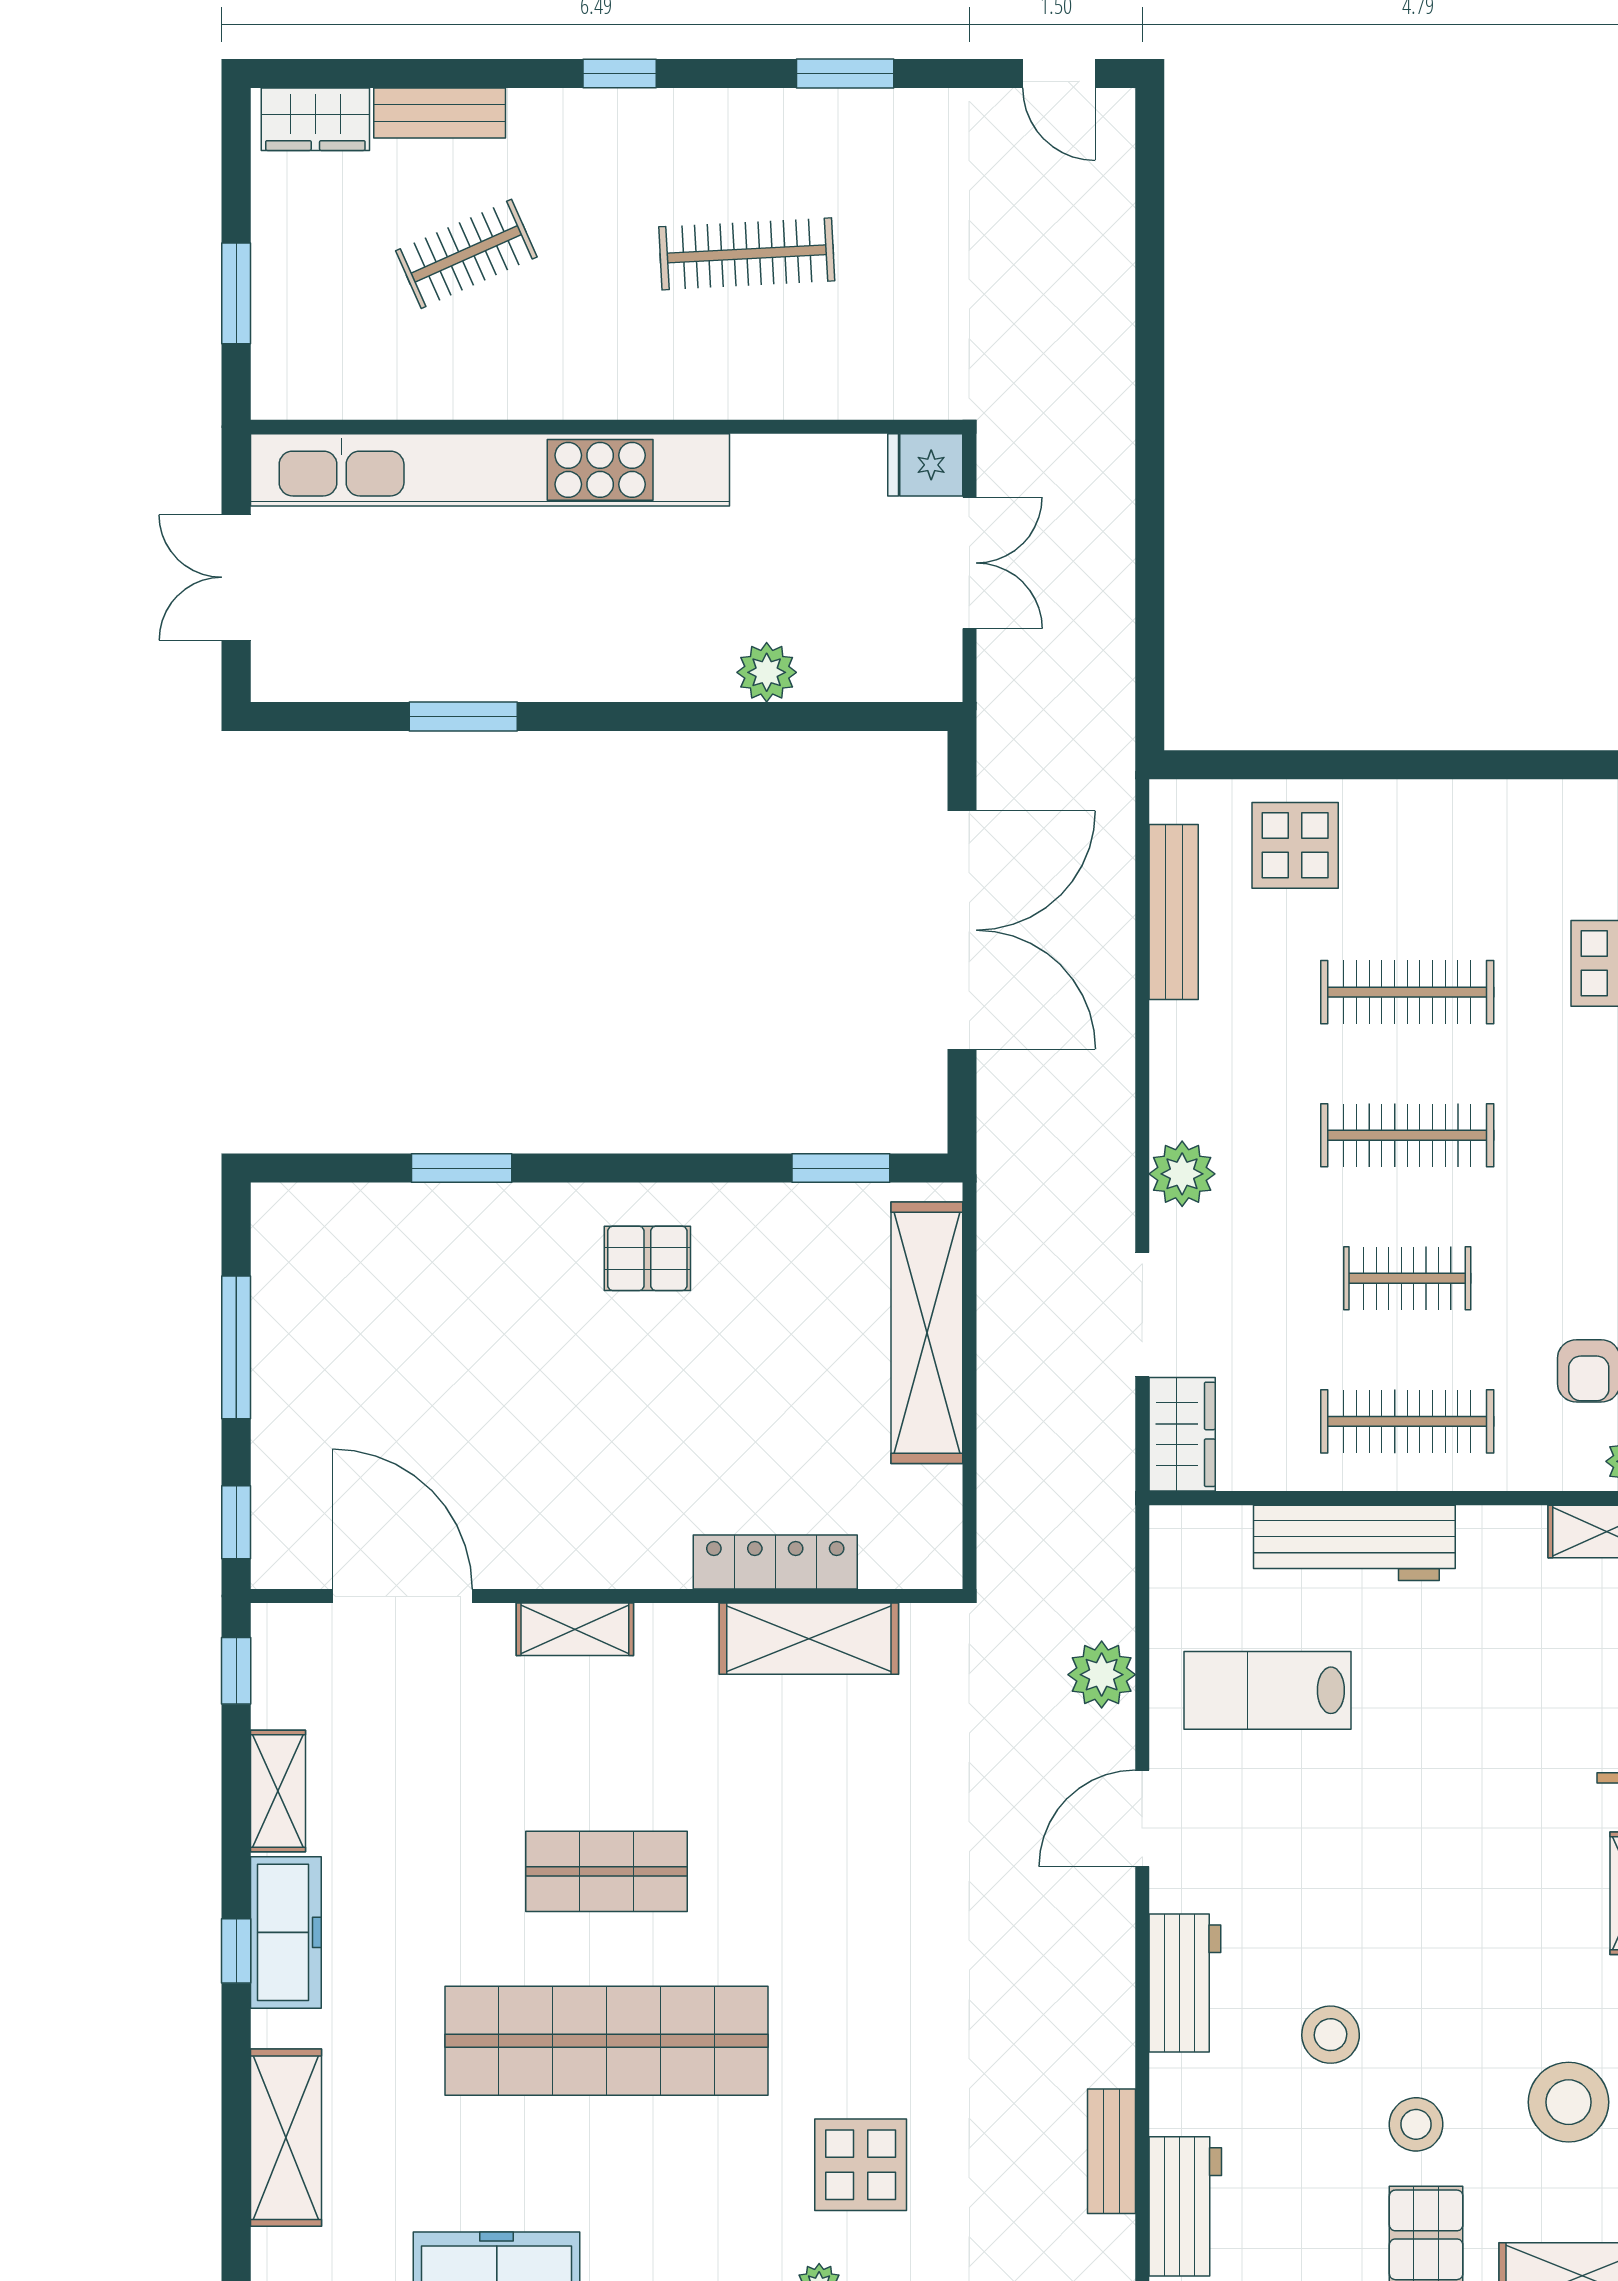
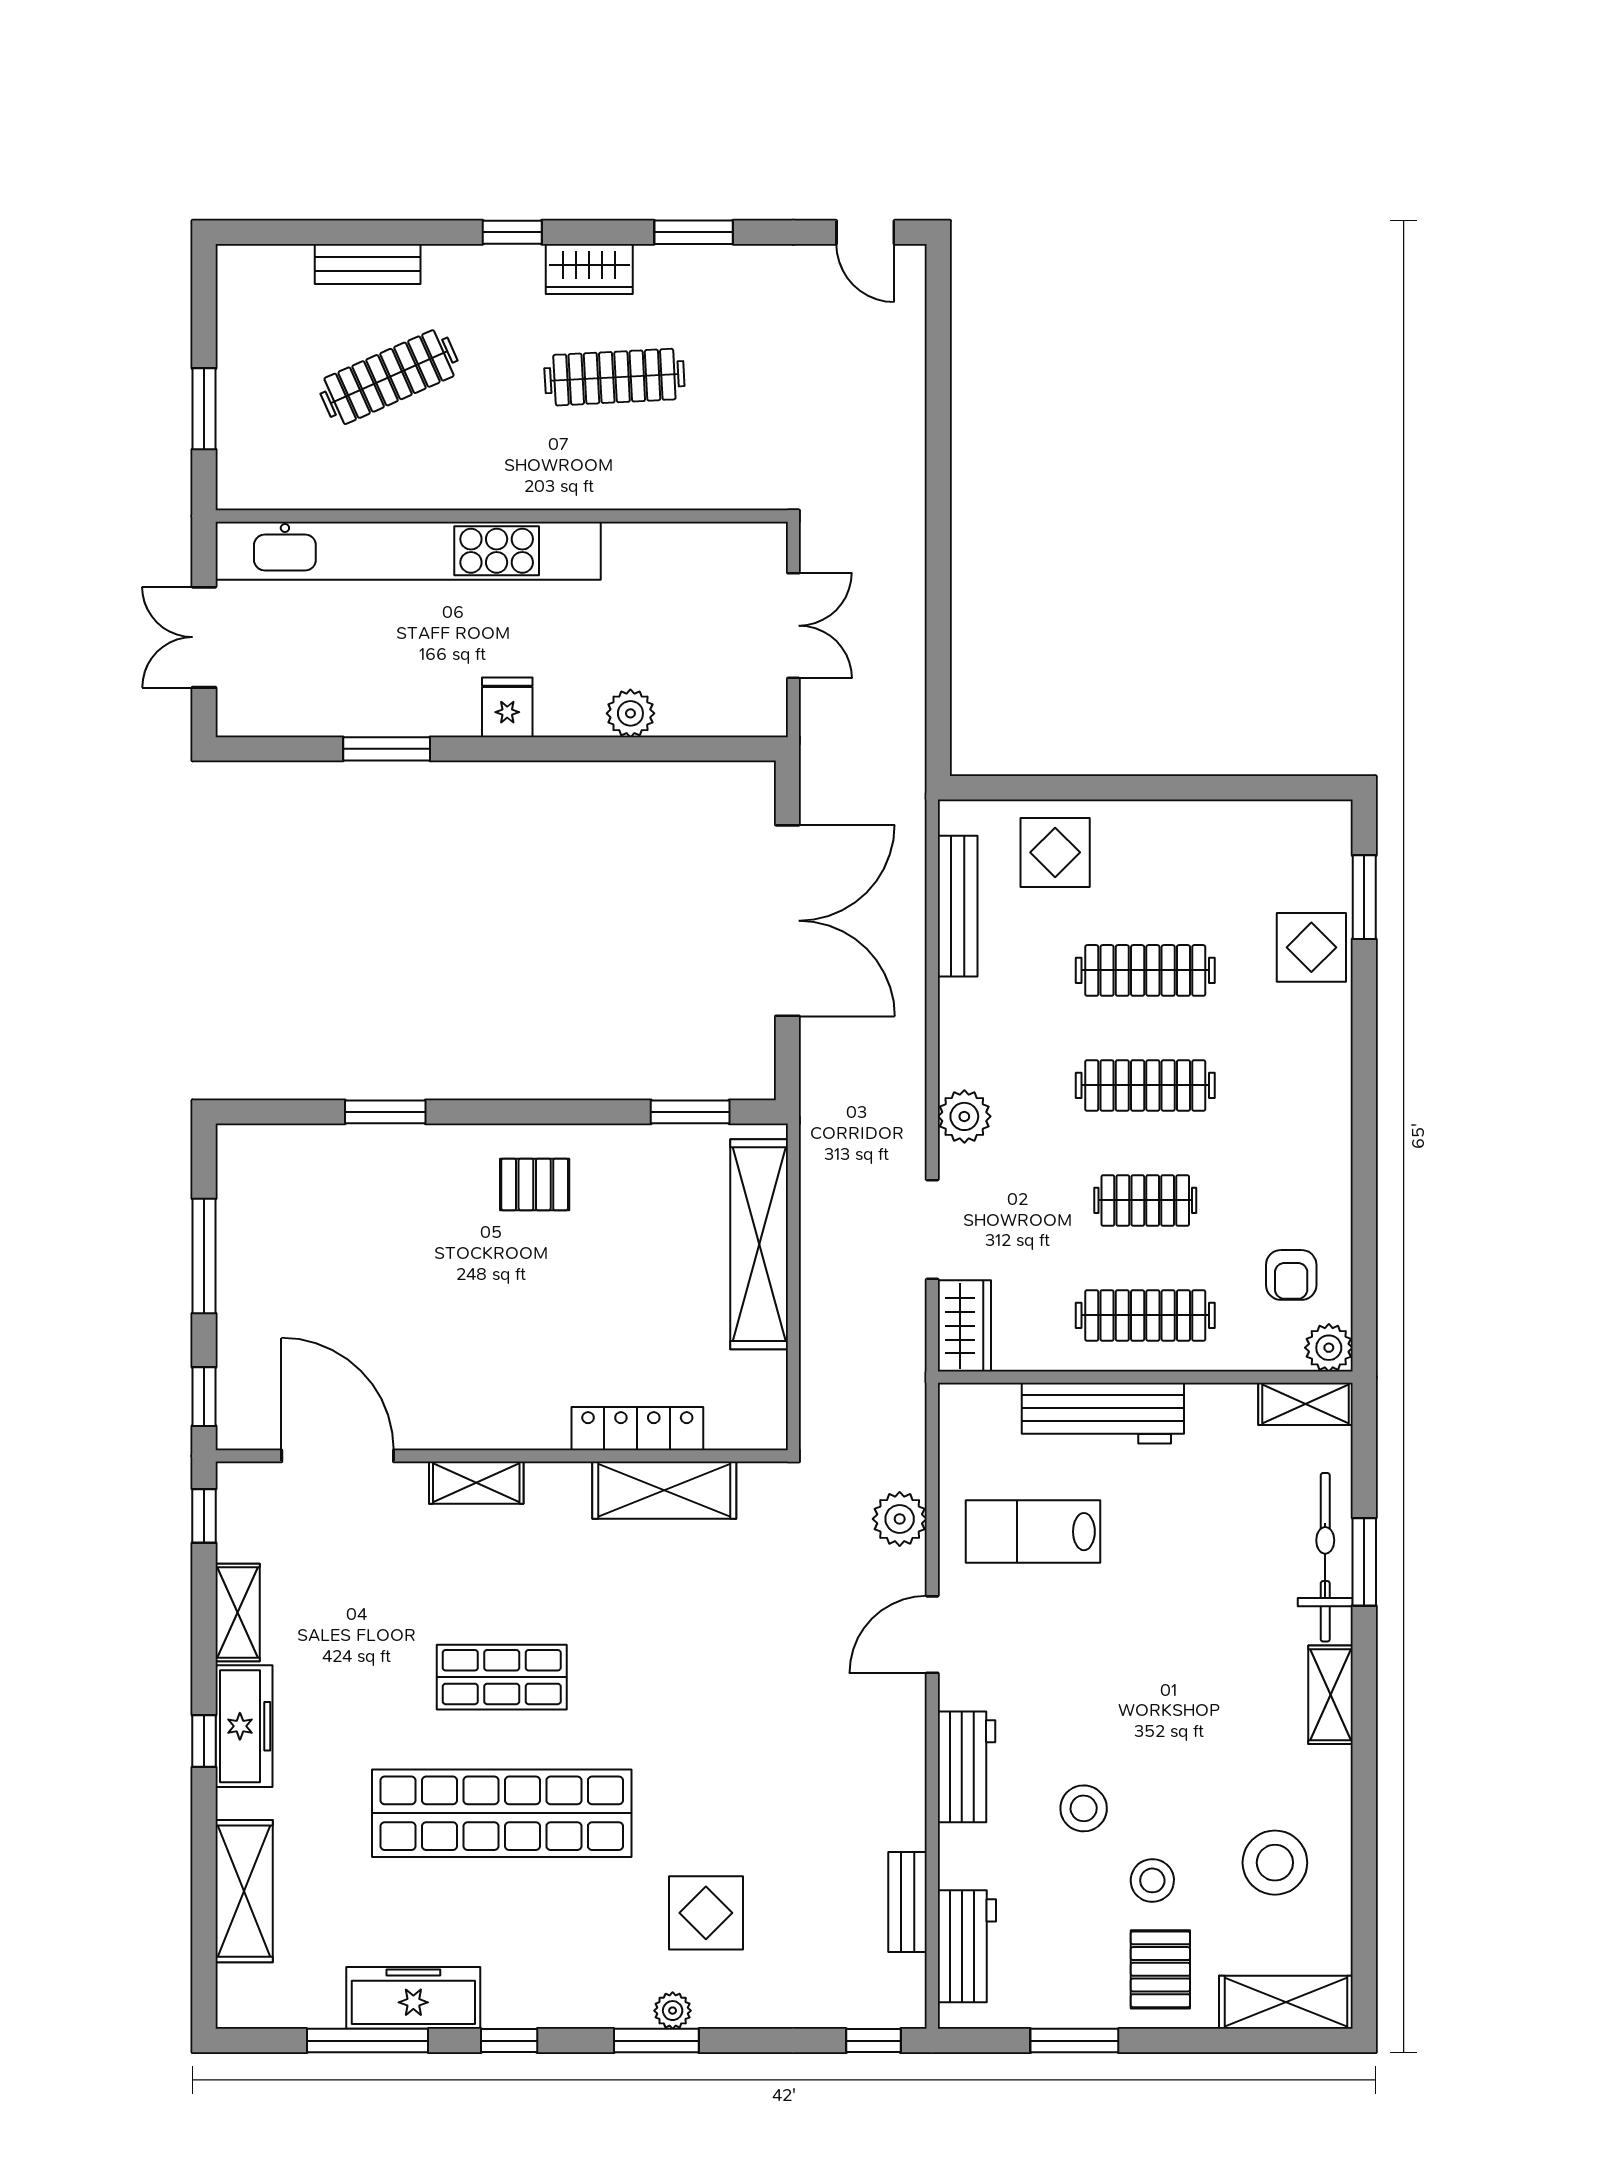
wardrobe: (315, 119) -> (589, 269), moved
clothes rail: (466, 254) -> (389, 377), width x1.36
fridge: (925, 465) -> (507, 707), moved, turned 90

